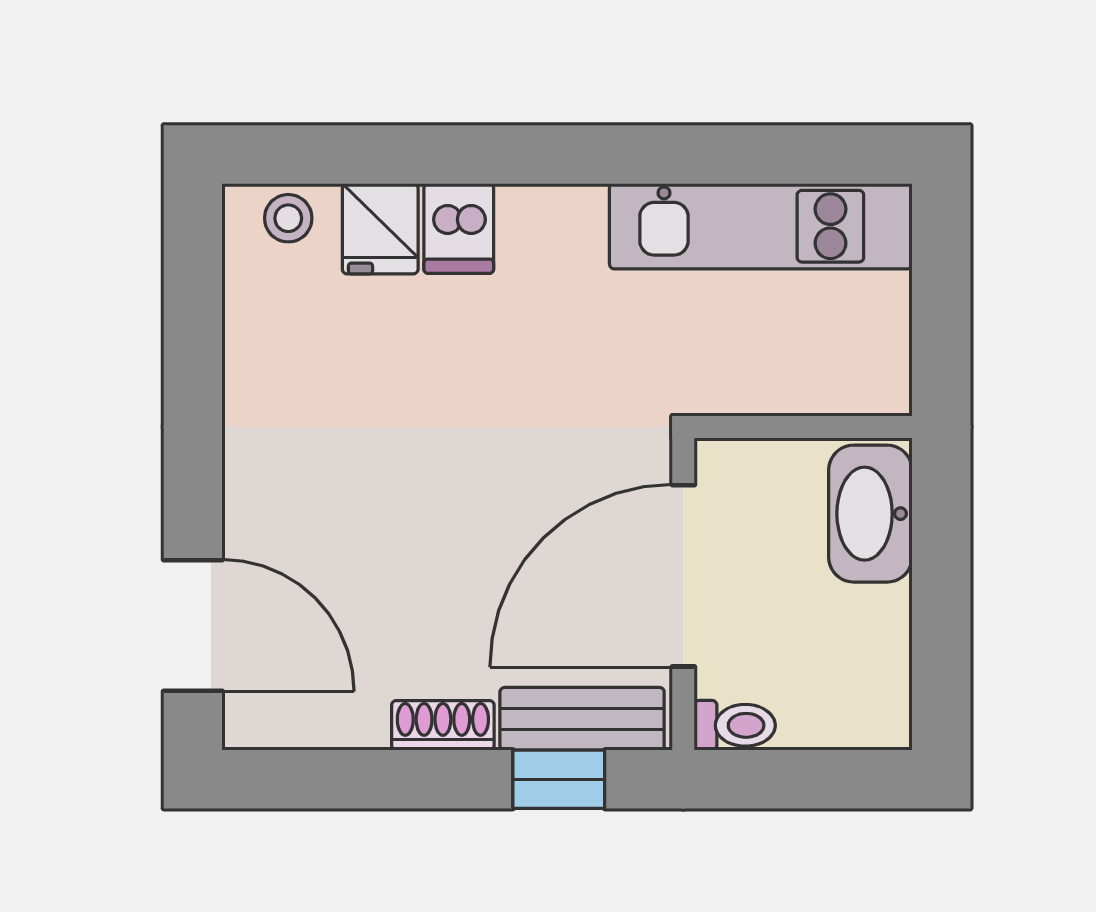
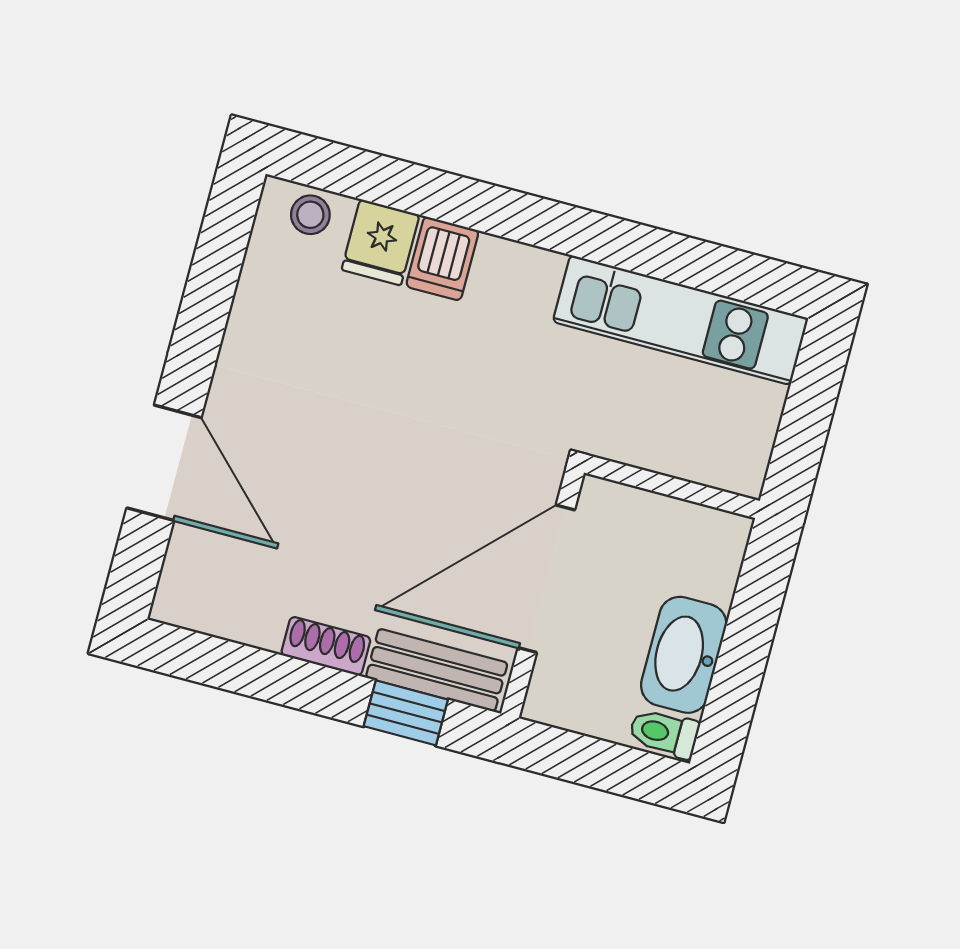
washbasin: (870, 514) -> (684, 655), moved
door: (193, 626) -> (164, 463), moved
toilet: (735, 725) -> (664, 733), moved, turned 180

